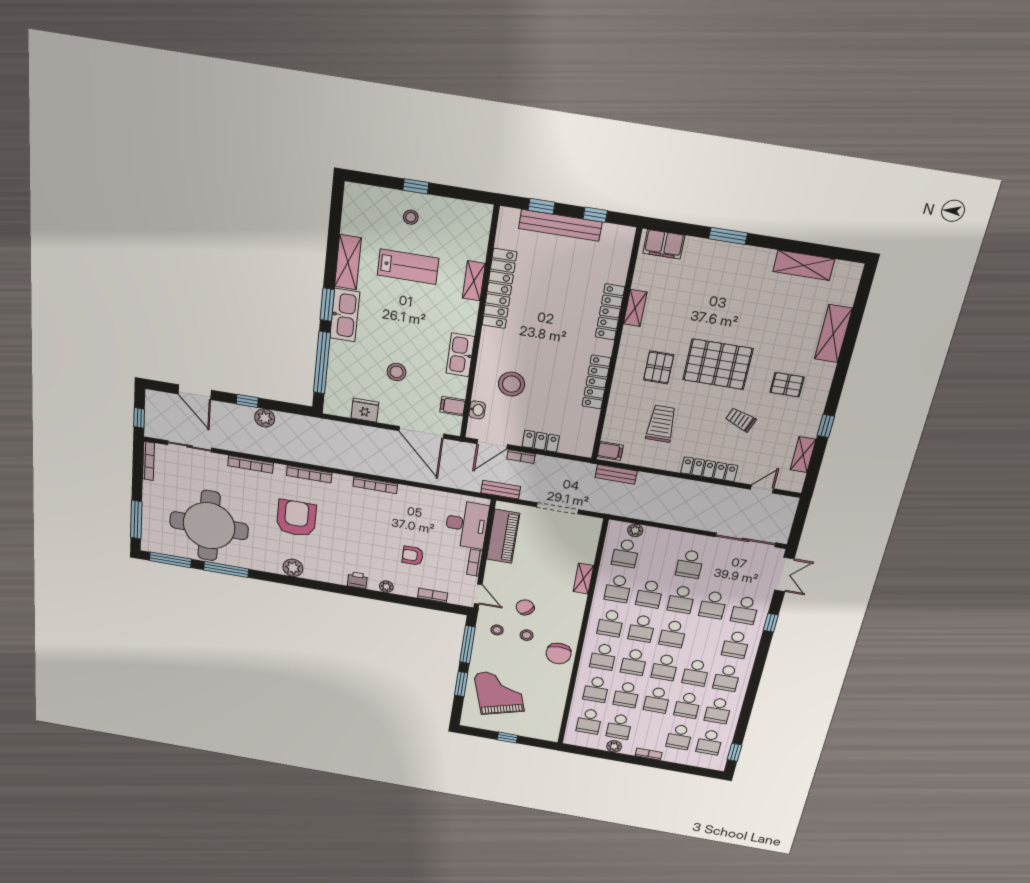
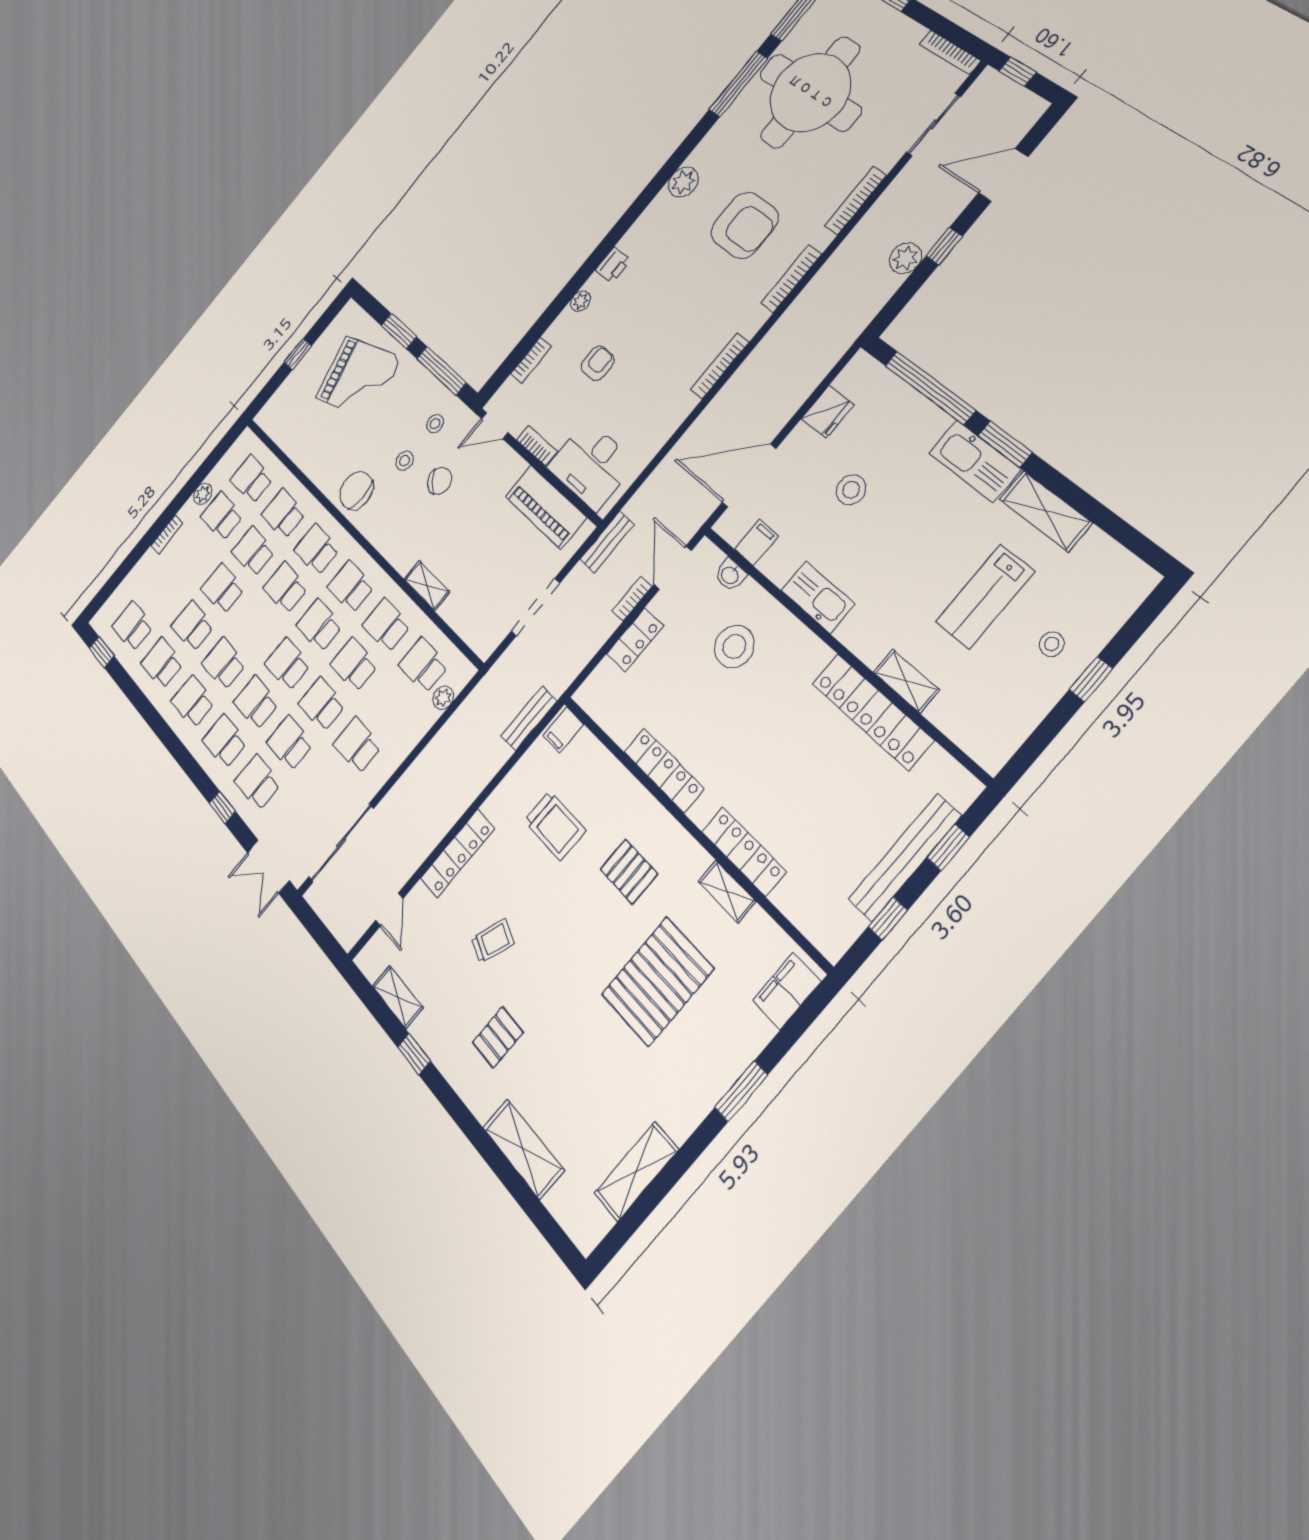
pallet: (718, 364) -> (658, 981), moved
school desk: (665, 667) -> (256, 703), moved
school desk: (679, 737) -> (162, 590), removed

